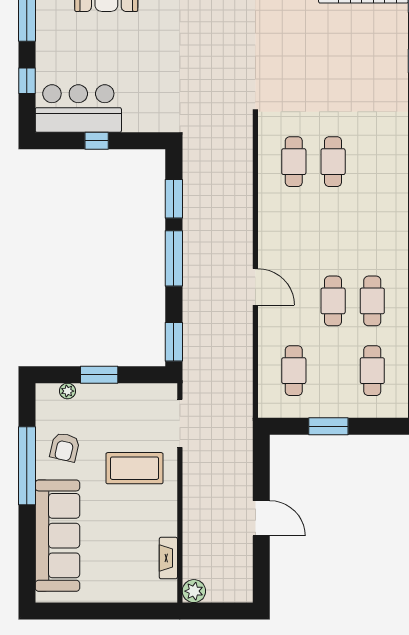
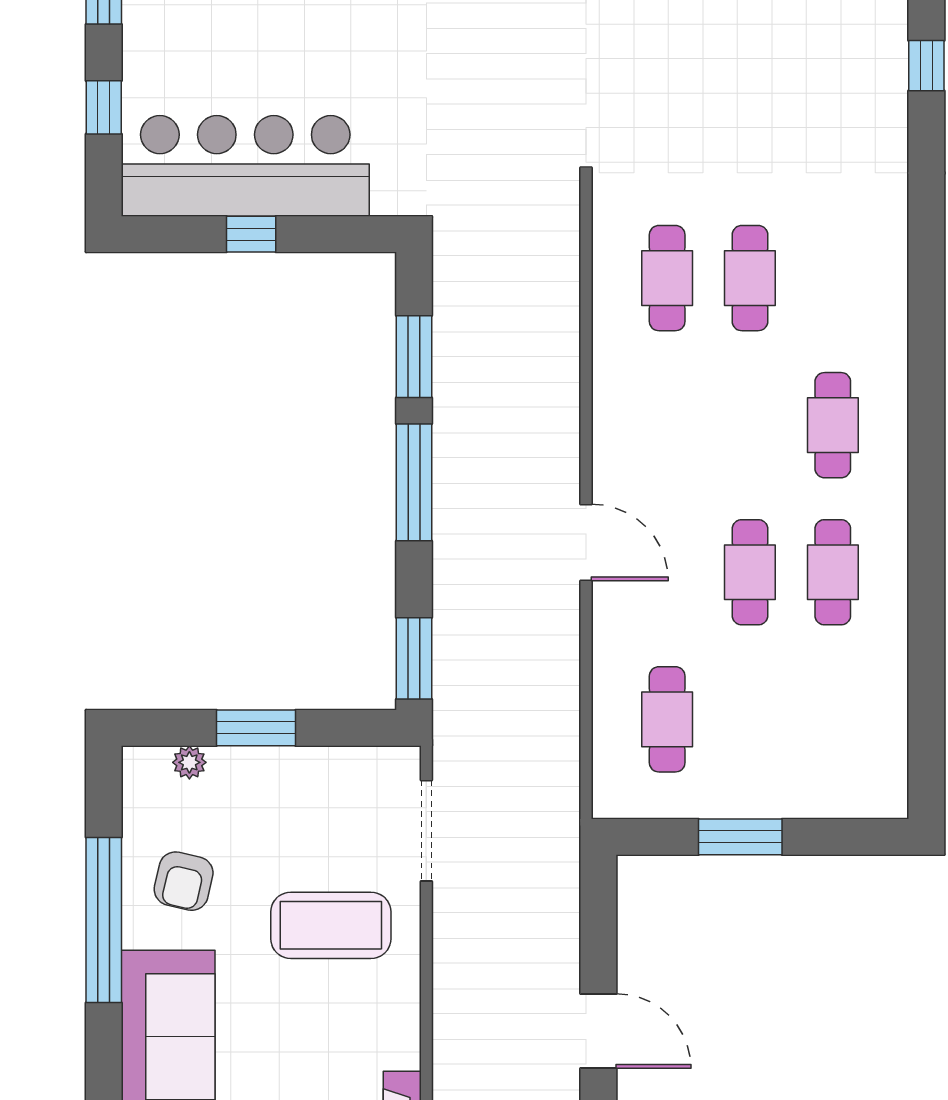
bar counter: (78, 108) -> (245, 166), width x1.36
cafe table: (372, 371) -> (833, 425), moved

